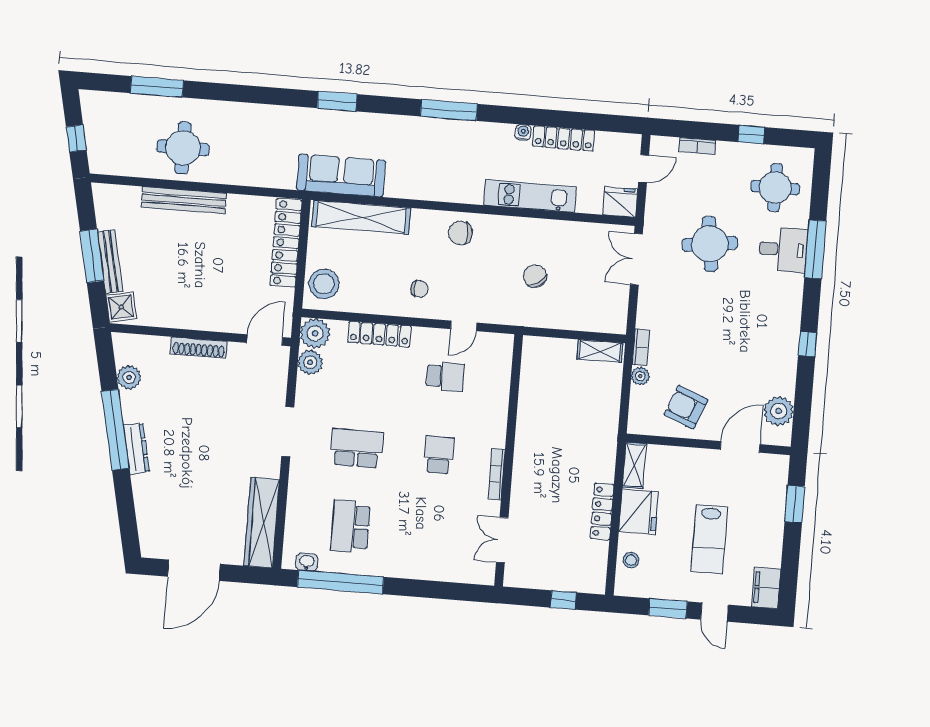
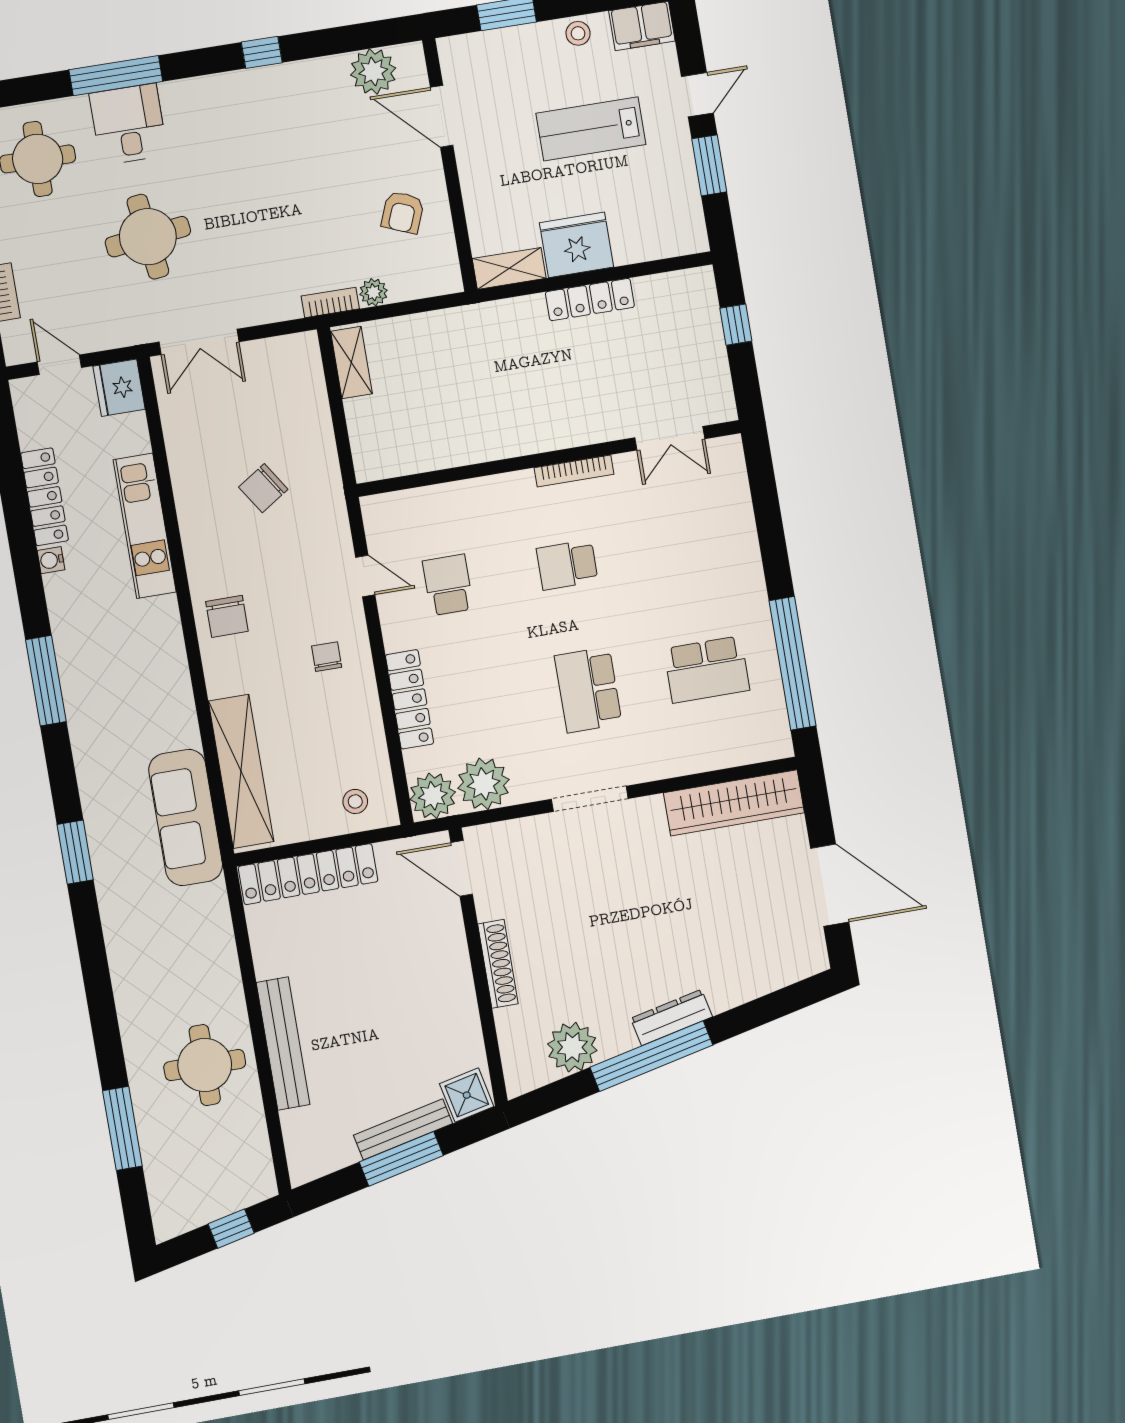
stool: (324, 284) -> (355, 801), width x0.53, depth x0.53
plant: (310, 362) -> (484, 784), width x1.36, depth x1.36
plant: (129, 377) -> (572, 1047), width x1.36, depth x1.36
armchair: (686, 407) -> (403, 212), width x0.72, depth x0.72
lab bench: (709, 539) -> (591, 129), turned 180
stool: (631, 560) -> (578, 33), moved
washbasin: (307, 562) -> (776, 721), removed

